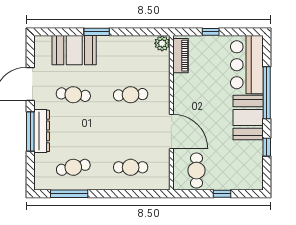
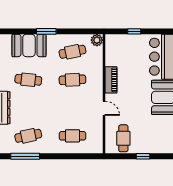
piano: (181, 56) -> (111, 80), moved
cafe table: (131, 58) -> (72, 52), added
door: (171, 132) -> (104, 108), width x0.53

